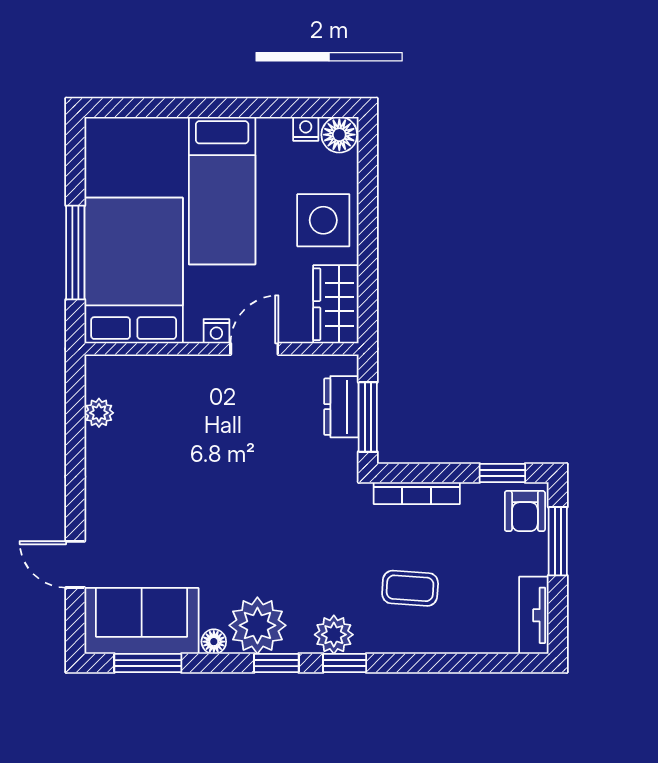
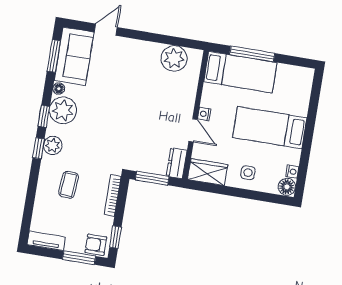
side table: (323, 220) -> (248, 173), width x0.54, depth x0.54
bed: (134, 271) -> (240, 72), width x0.67
dresser: (341, 407) -> (177, 163), moved, turned -90
plant: (99, 413) -> (174, 58), width x1.87, depth x1.87

